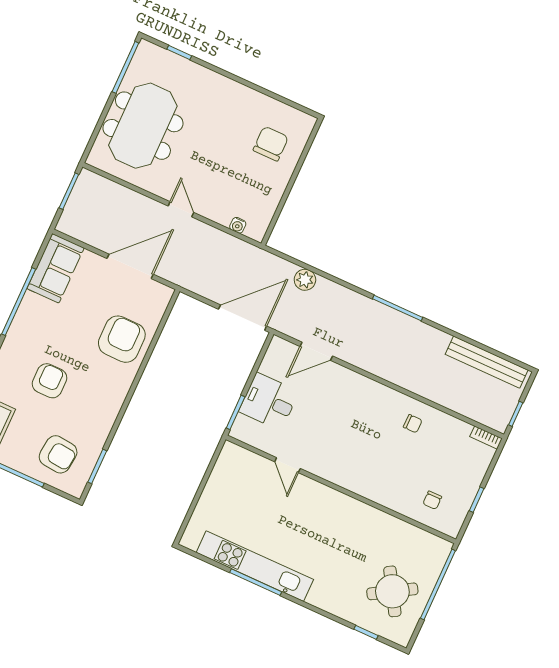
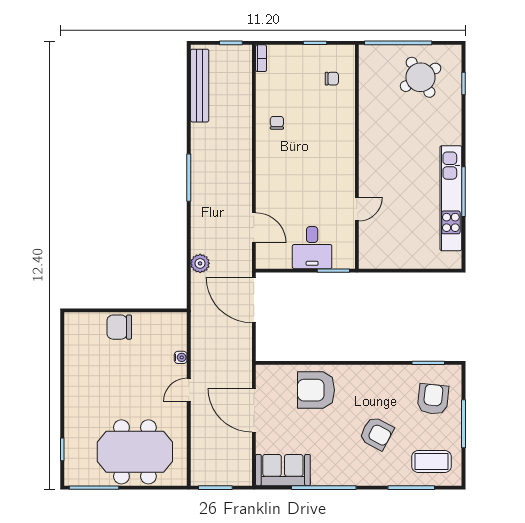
chair: (271, 144) -> (119, 327), moved
water cooler: (238, 225) -> (181, 357), moved
armchair: (50, 381) -> (376, 433), turned -152

